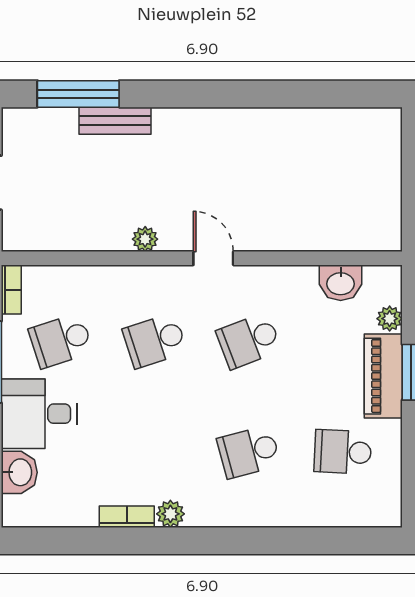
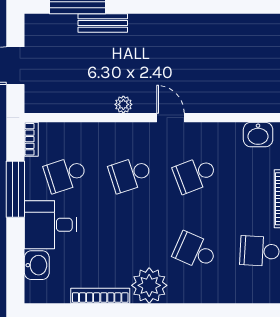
school desk: (249, 452) -> (195, 251), turned 39
plant: (170, 514) -> (149, 285), width x1.87, depth x1.87
bookcase: (127, 517) -> (100, 296), width x1.56

